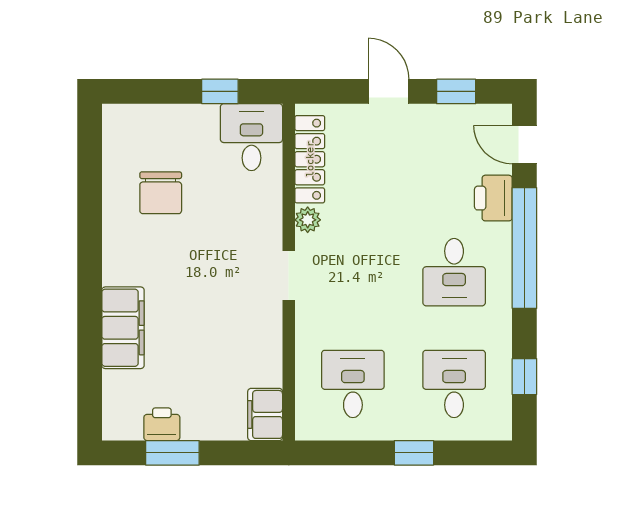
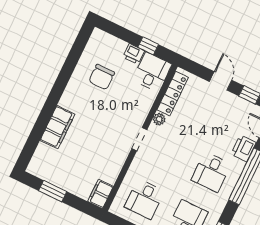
desk: (353, 384) -> (145, 199), turned 180
printer: (162, 424) -> (134, 54), moved, turned 180

